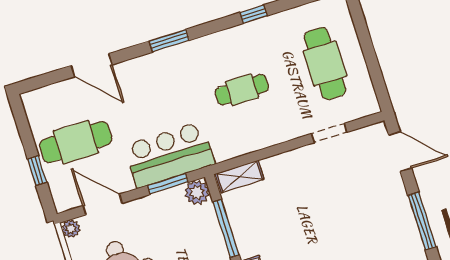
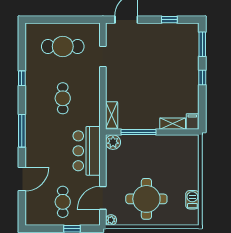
window: (169, 41) -> (22, 131), width x1.44
cafe table: (76, 142) -> (63, 202), width x0.73, depth x0.74
window: (168, 184) -> (103, 157), removed
window: (422, 221) -> (169, 20), width x0.46

